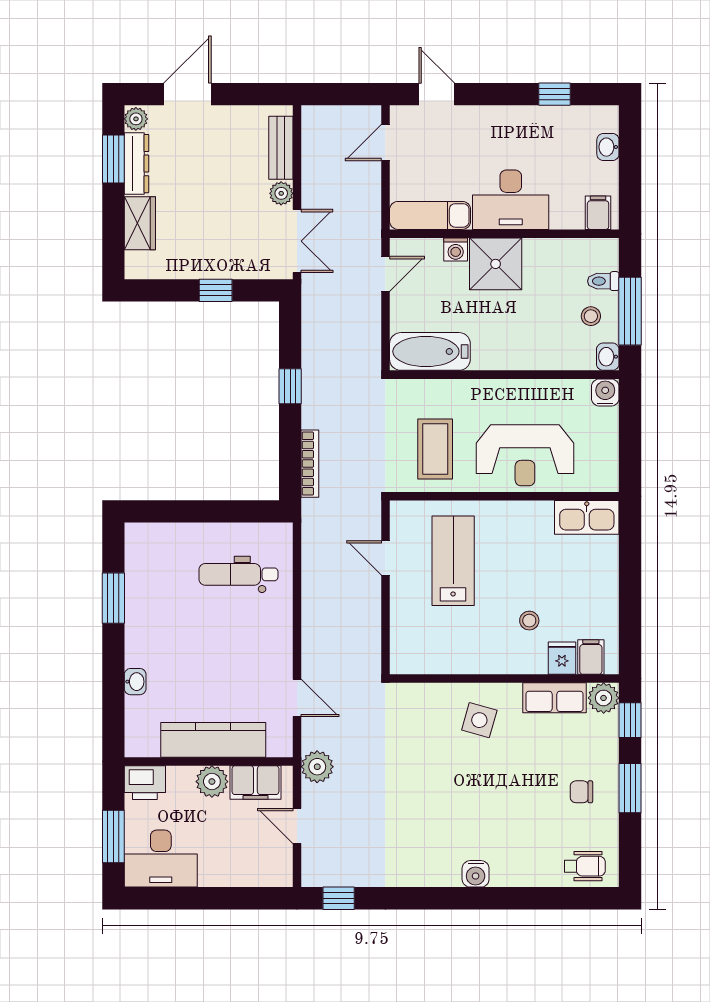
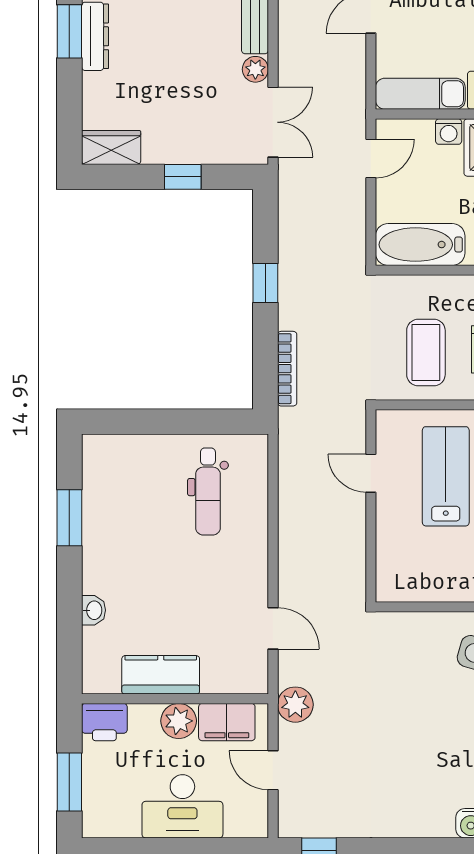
wardrobe: (140, 223) -> (111, 147), moved, turned -90
dental chair: (238, 574) -> (208, 491), turned -90
kitchen counter: (213, 740) -> (161, 675), width x0.67
desk: (161, 859) -> (182, 806), moved

